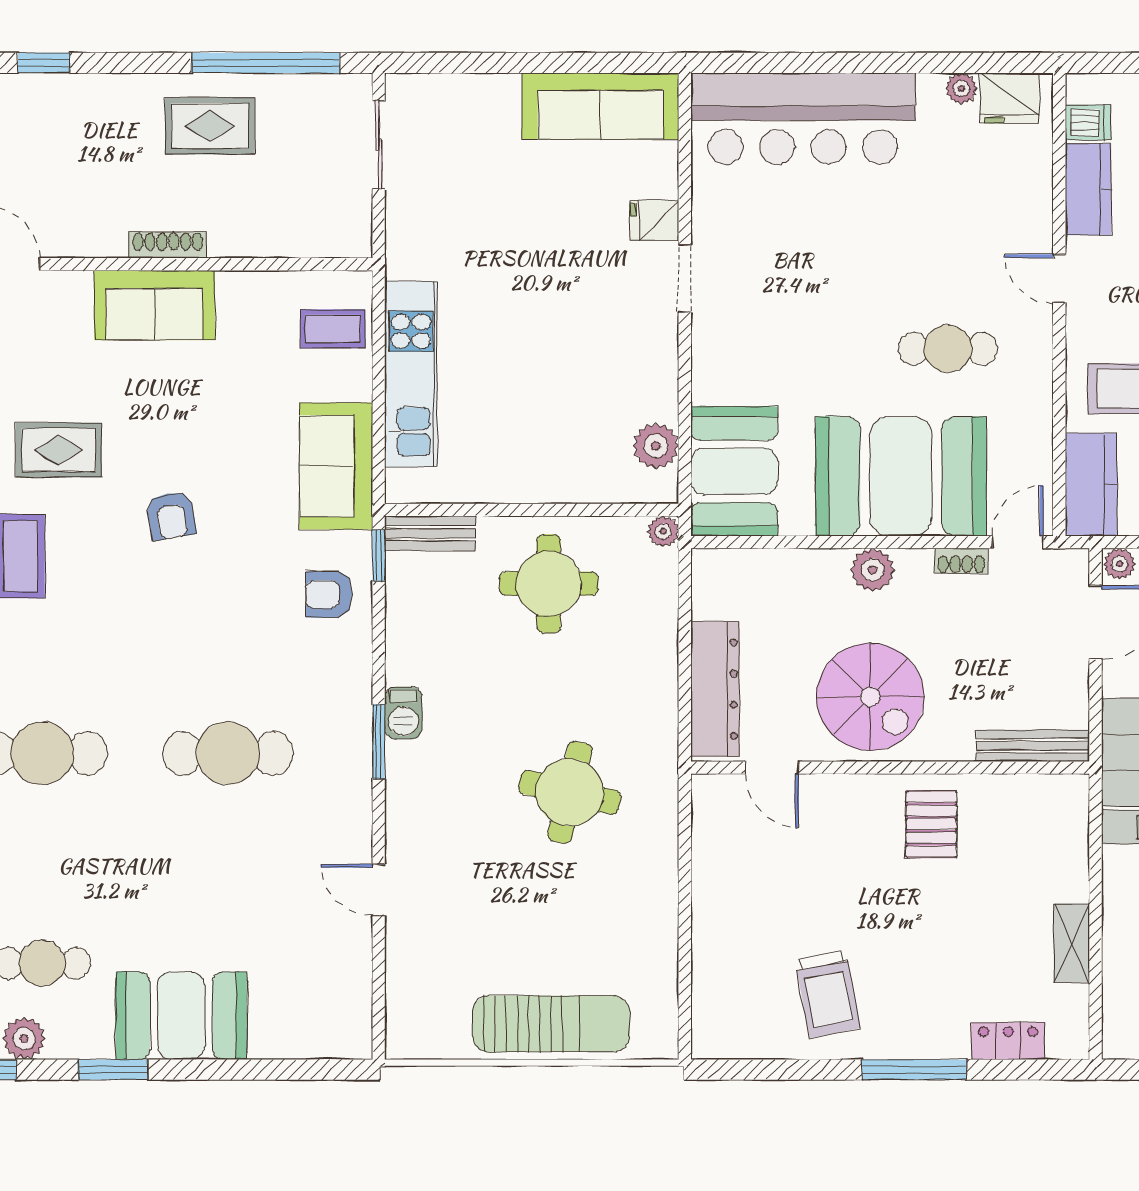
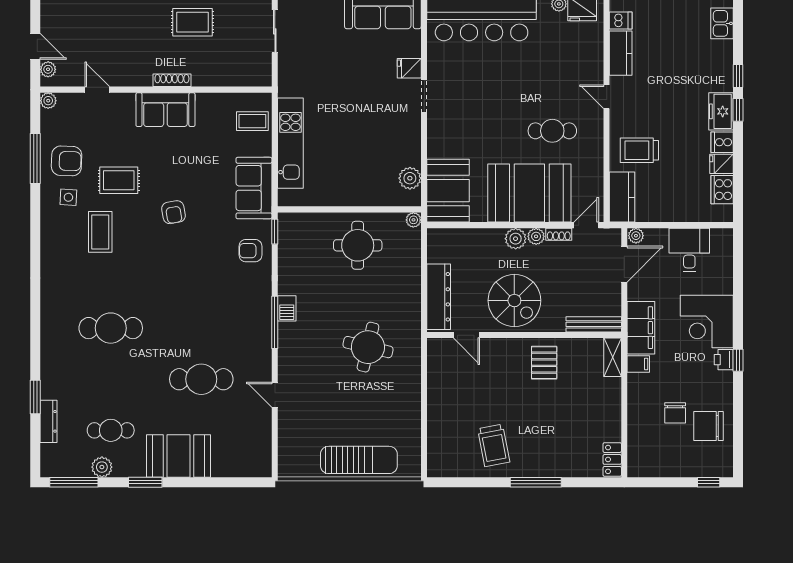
bench: (430, 533) -> (300, 221), removed
plant: (915, 565) -> (536, 236), added
window: (379, 742) -> (275, 322), width x1.44
cafe table: (228, 753) -> (201, 379), moved
shelving: (1072, 943) -> (613, 357), moved
locker: (1008, 1041) -> (612, 459), moved, turned -90

